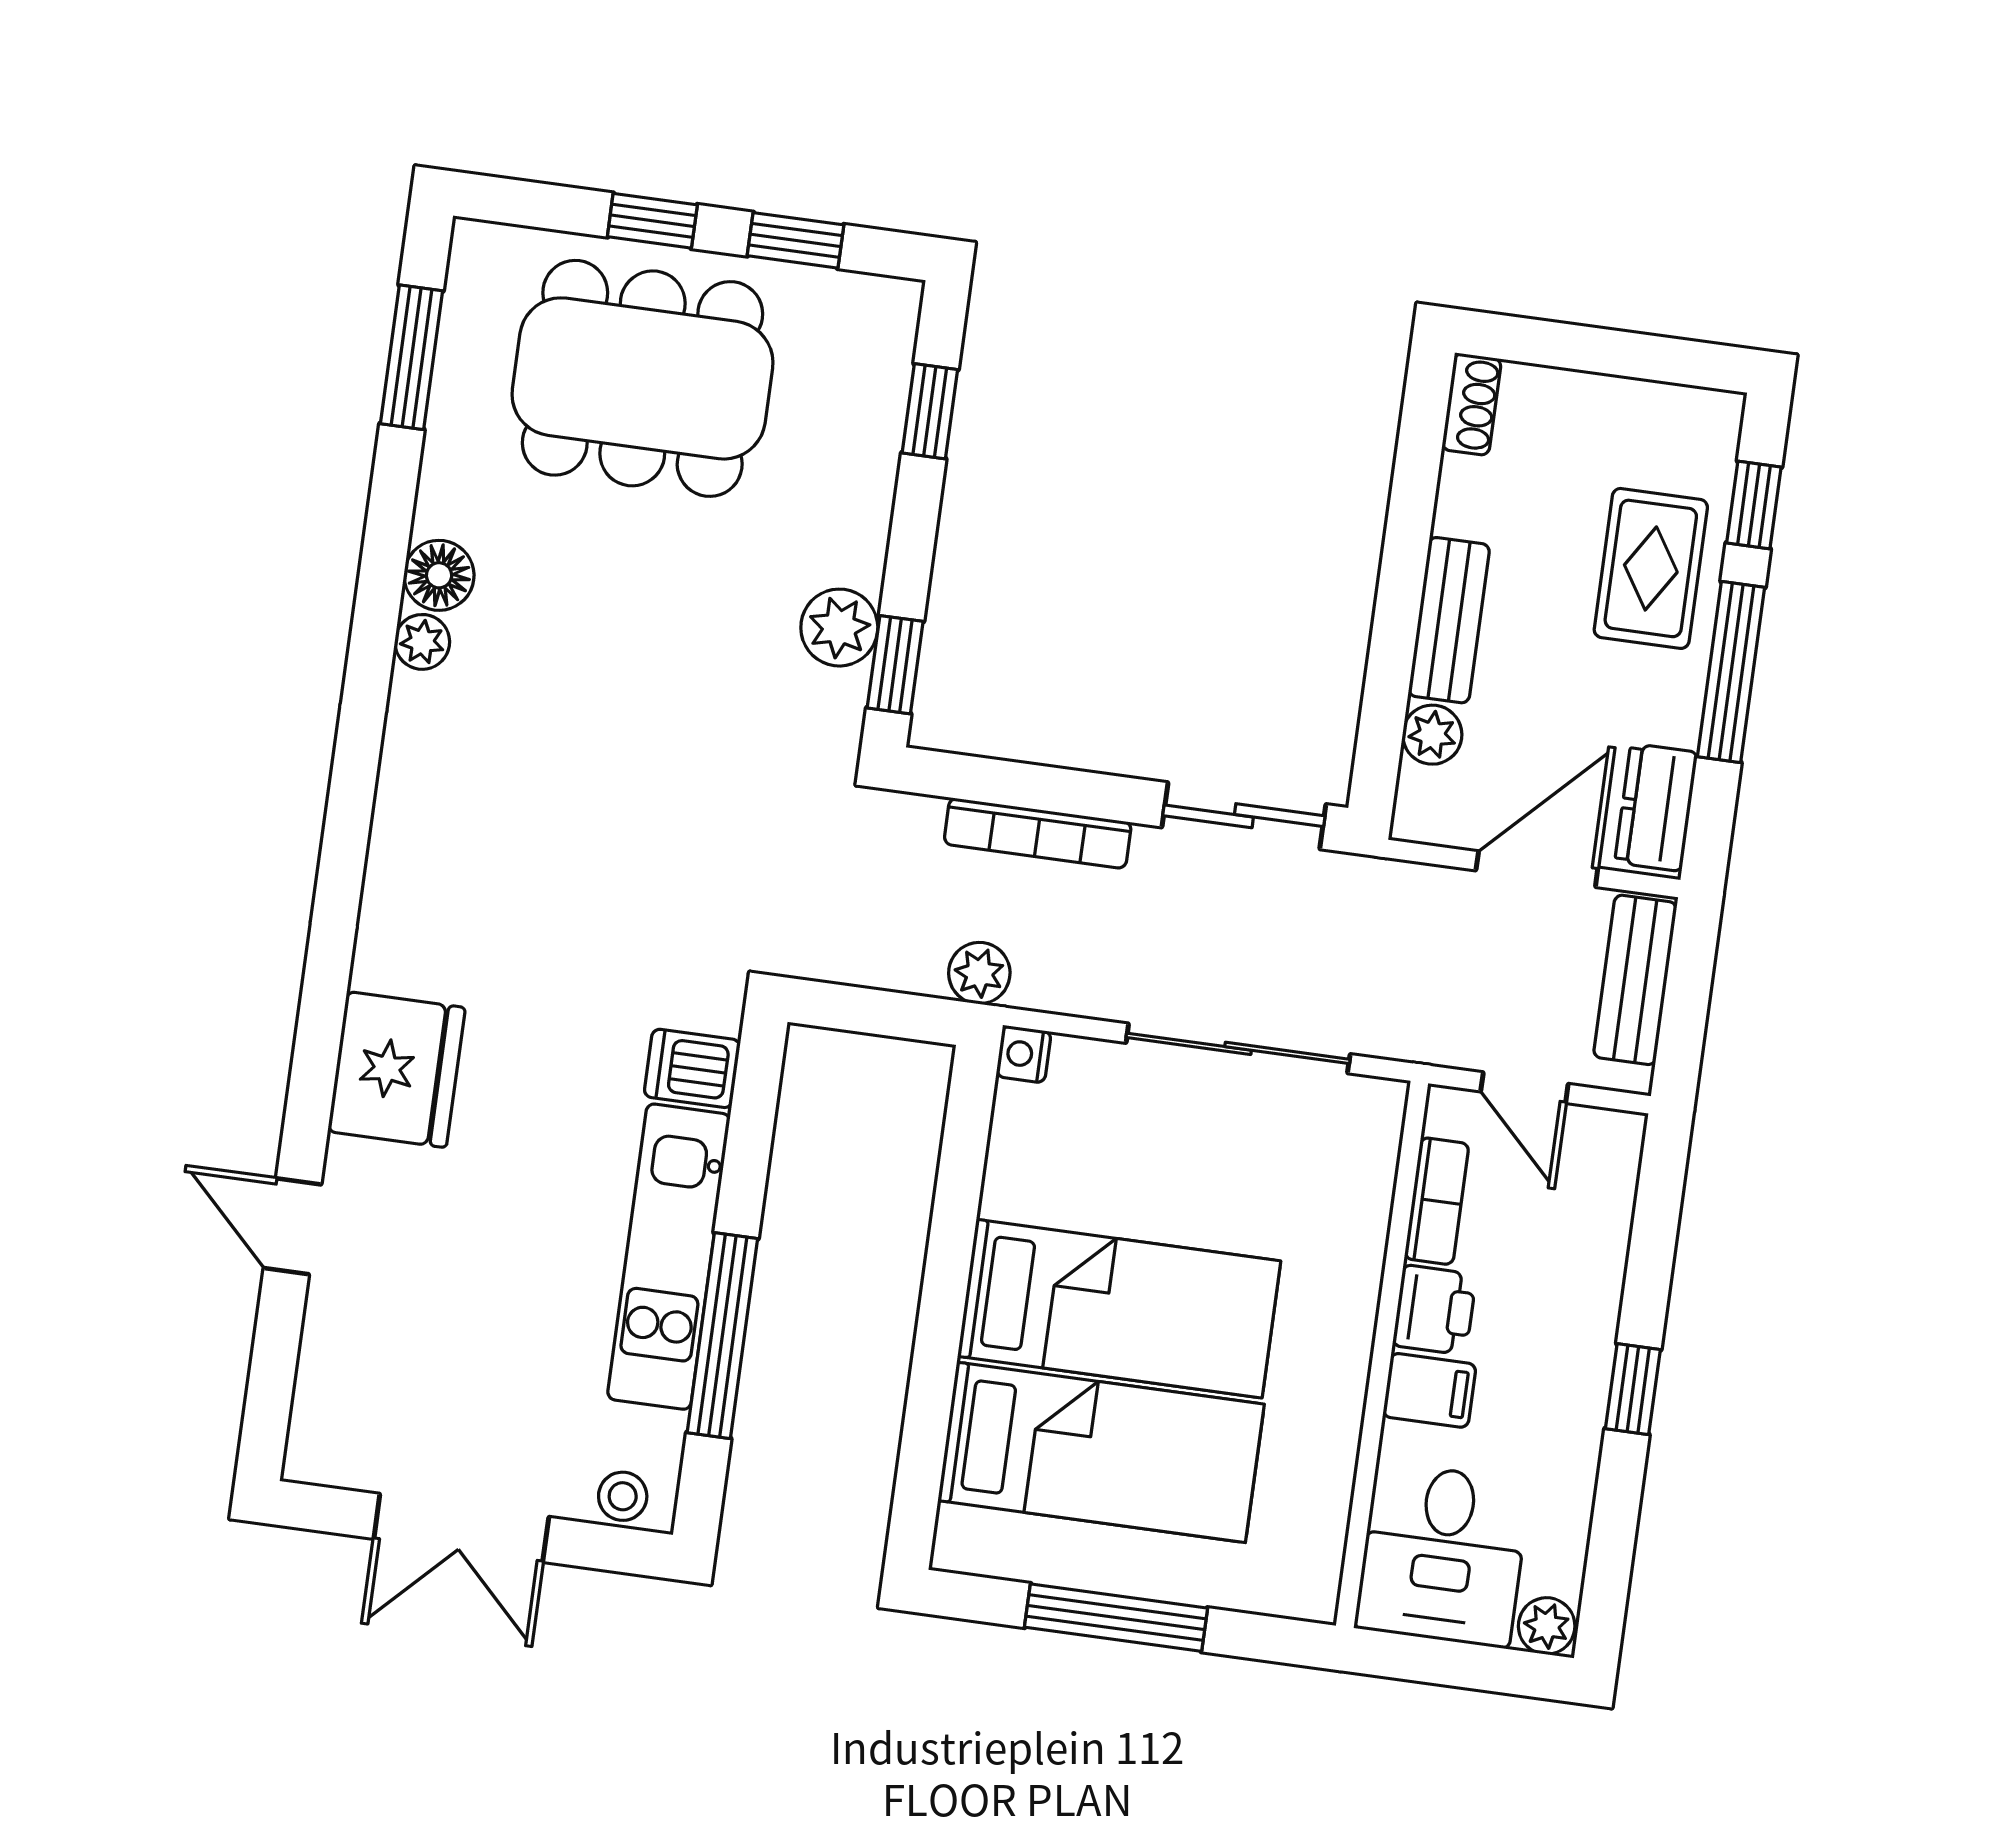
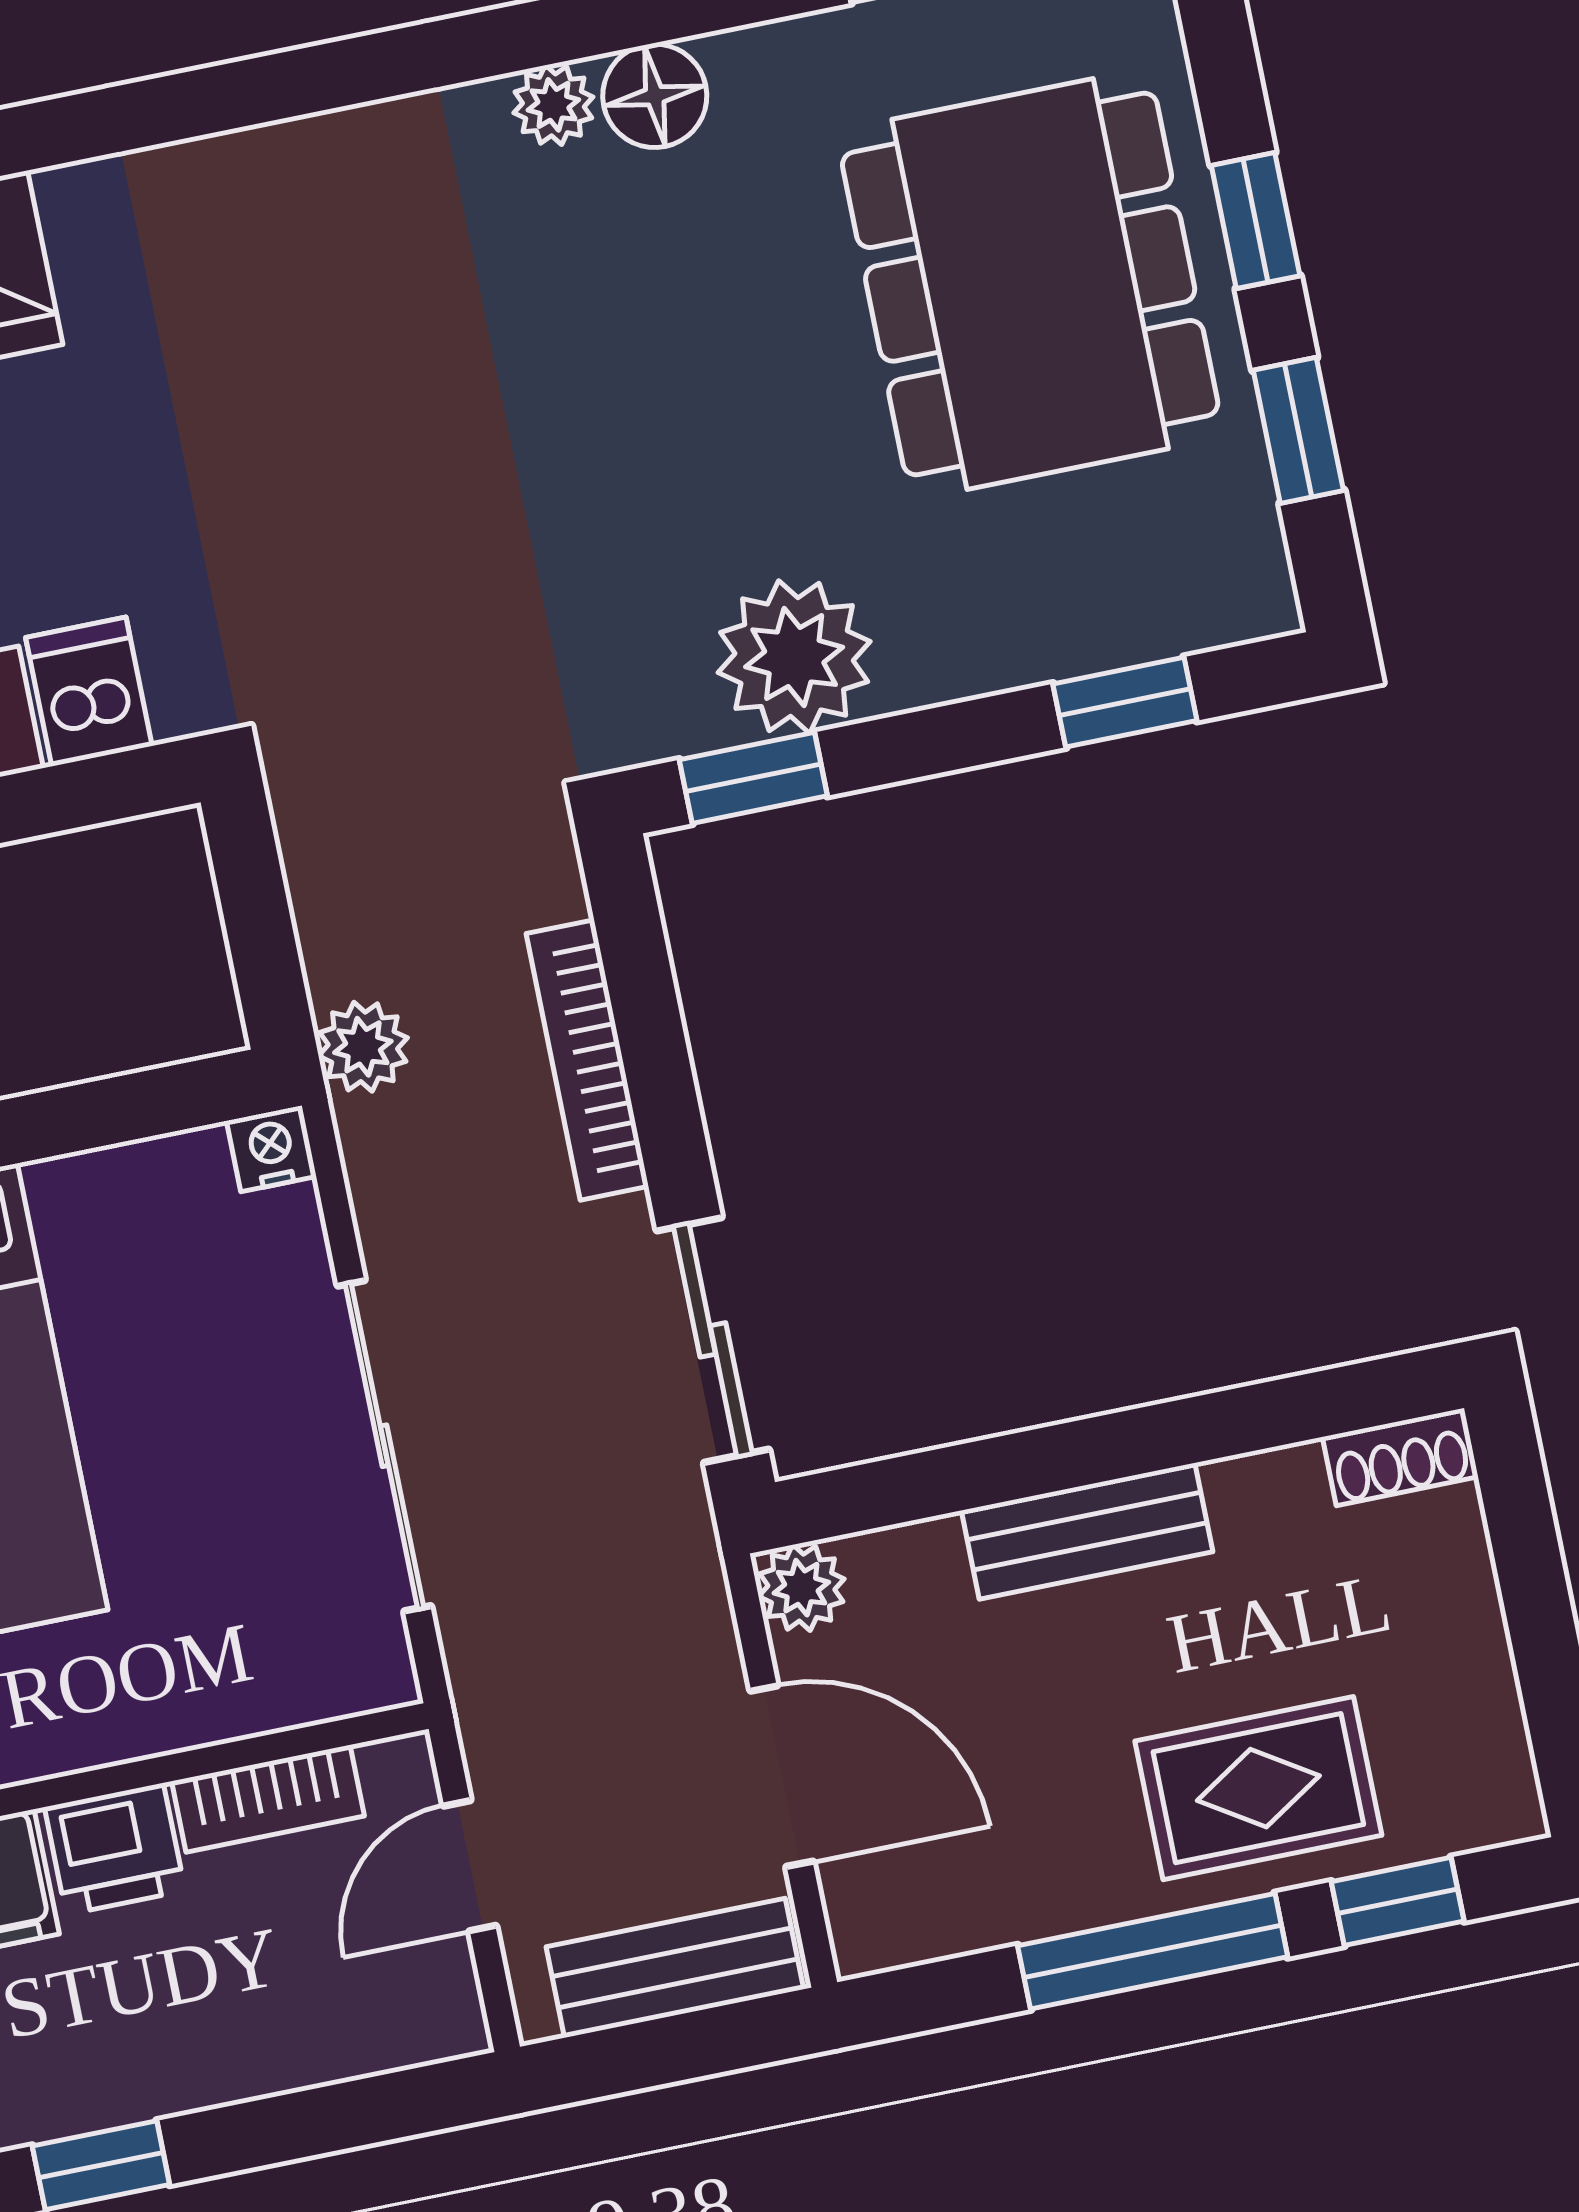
plant: (839, 628) -> (794, 657), width x1.36, depth x1.36
plant: (1432, 735) -> (801, 1588), moved
dresser: (1656, 807) -> (927, 1913), removed

